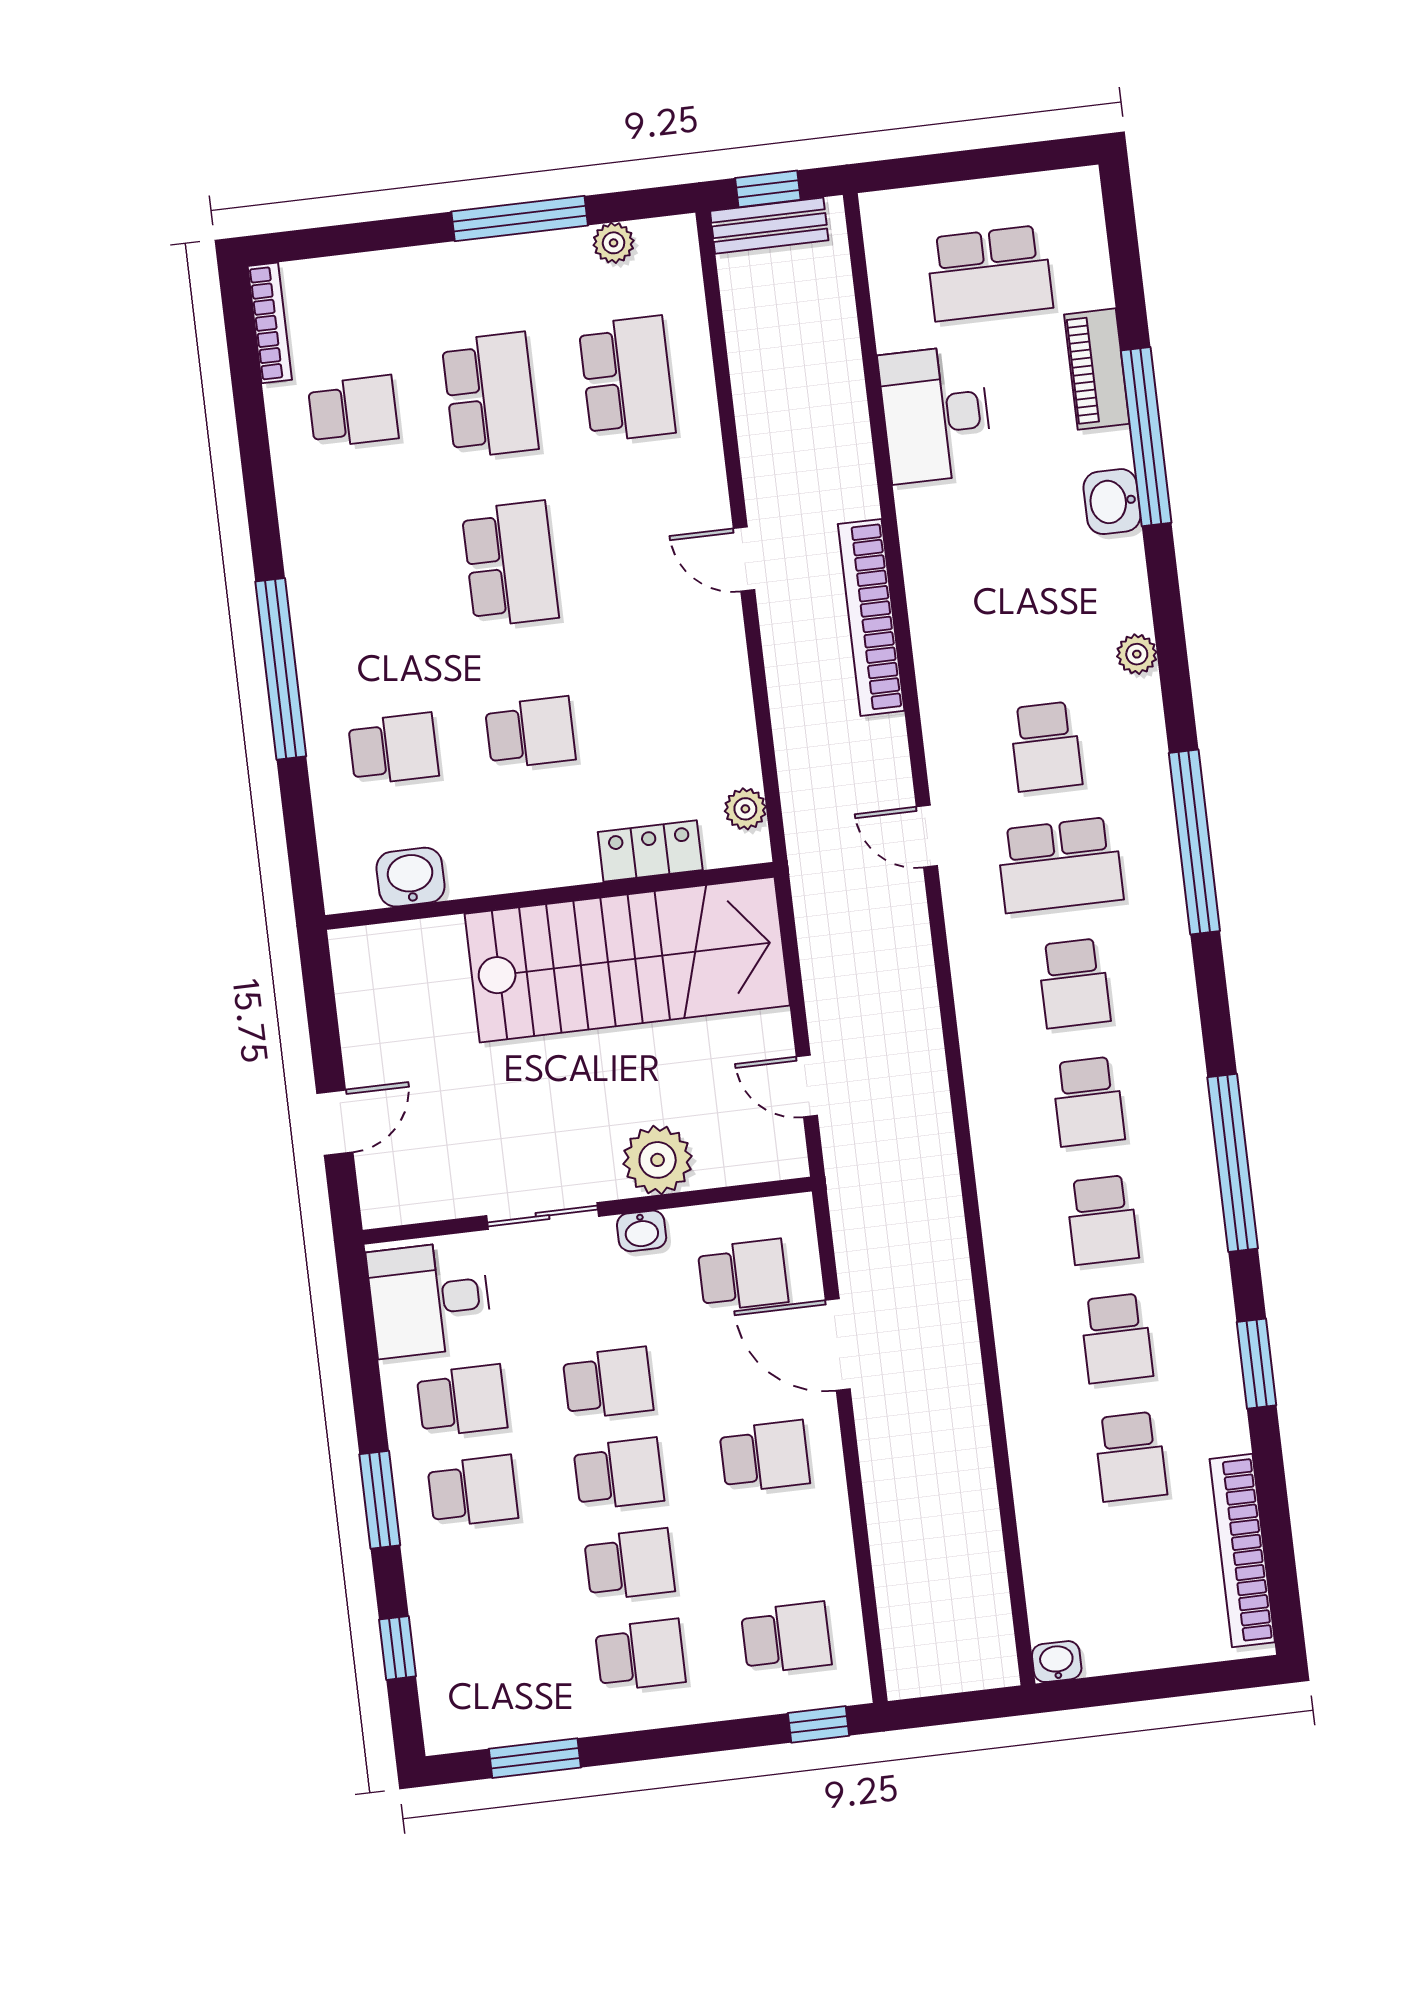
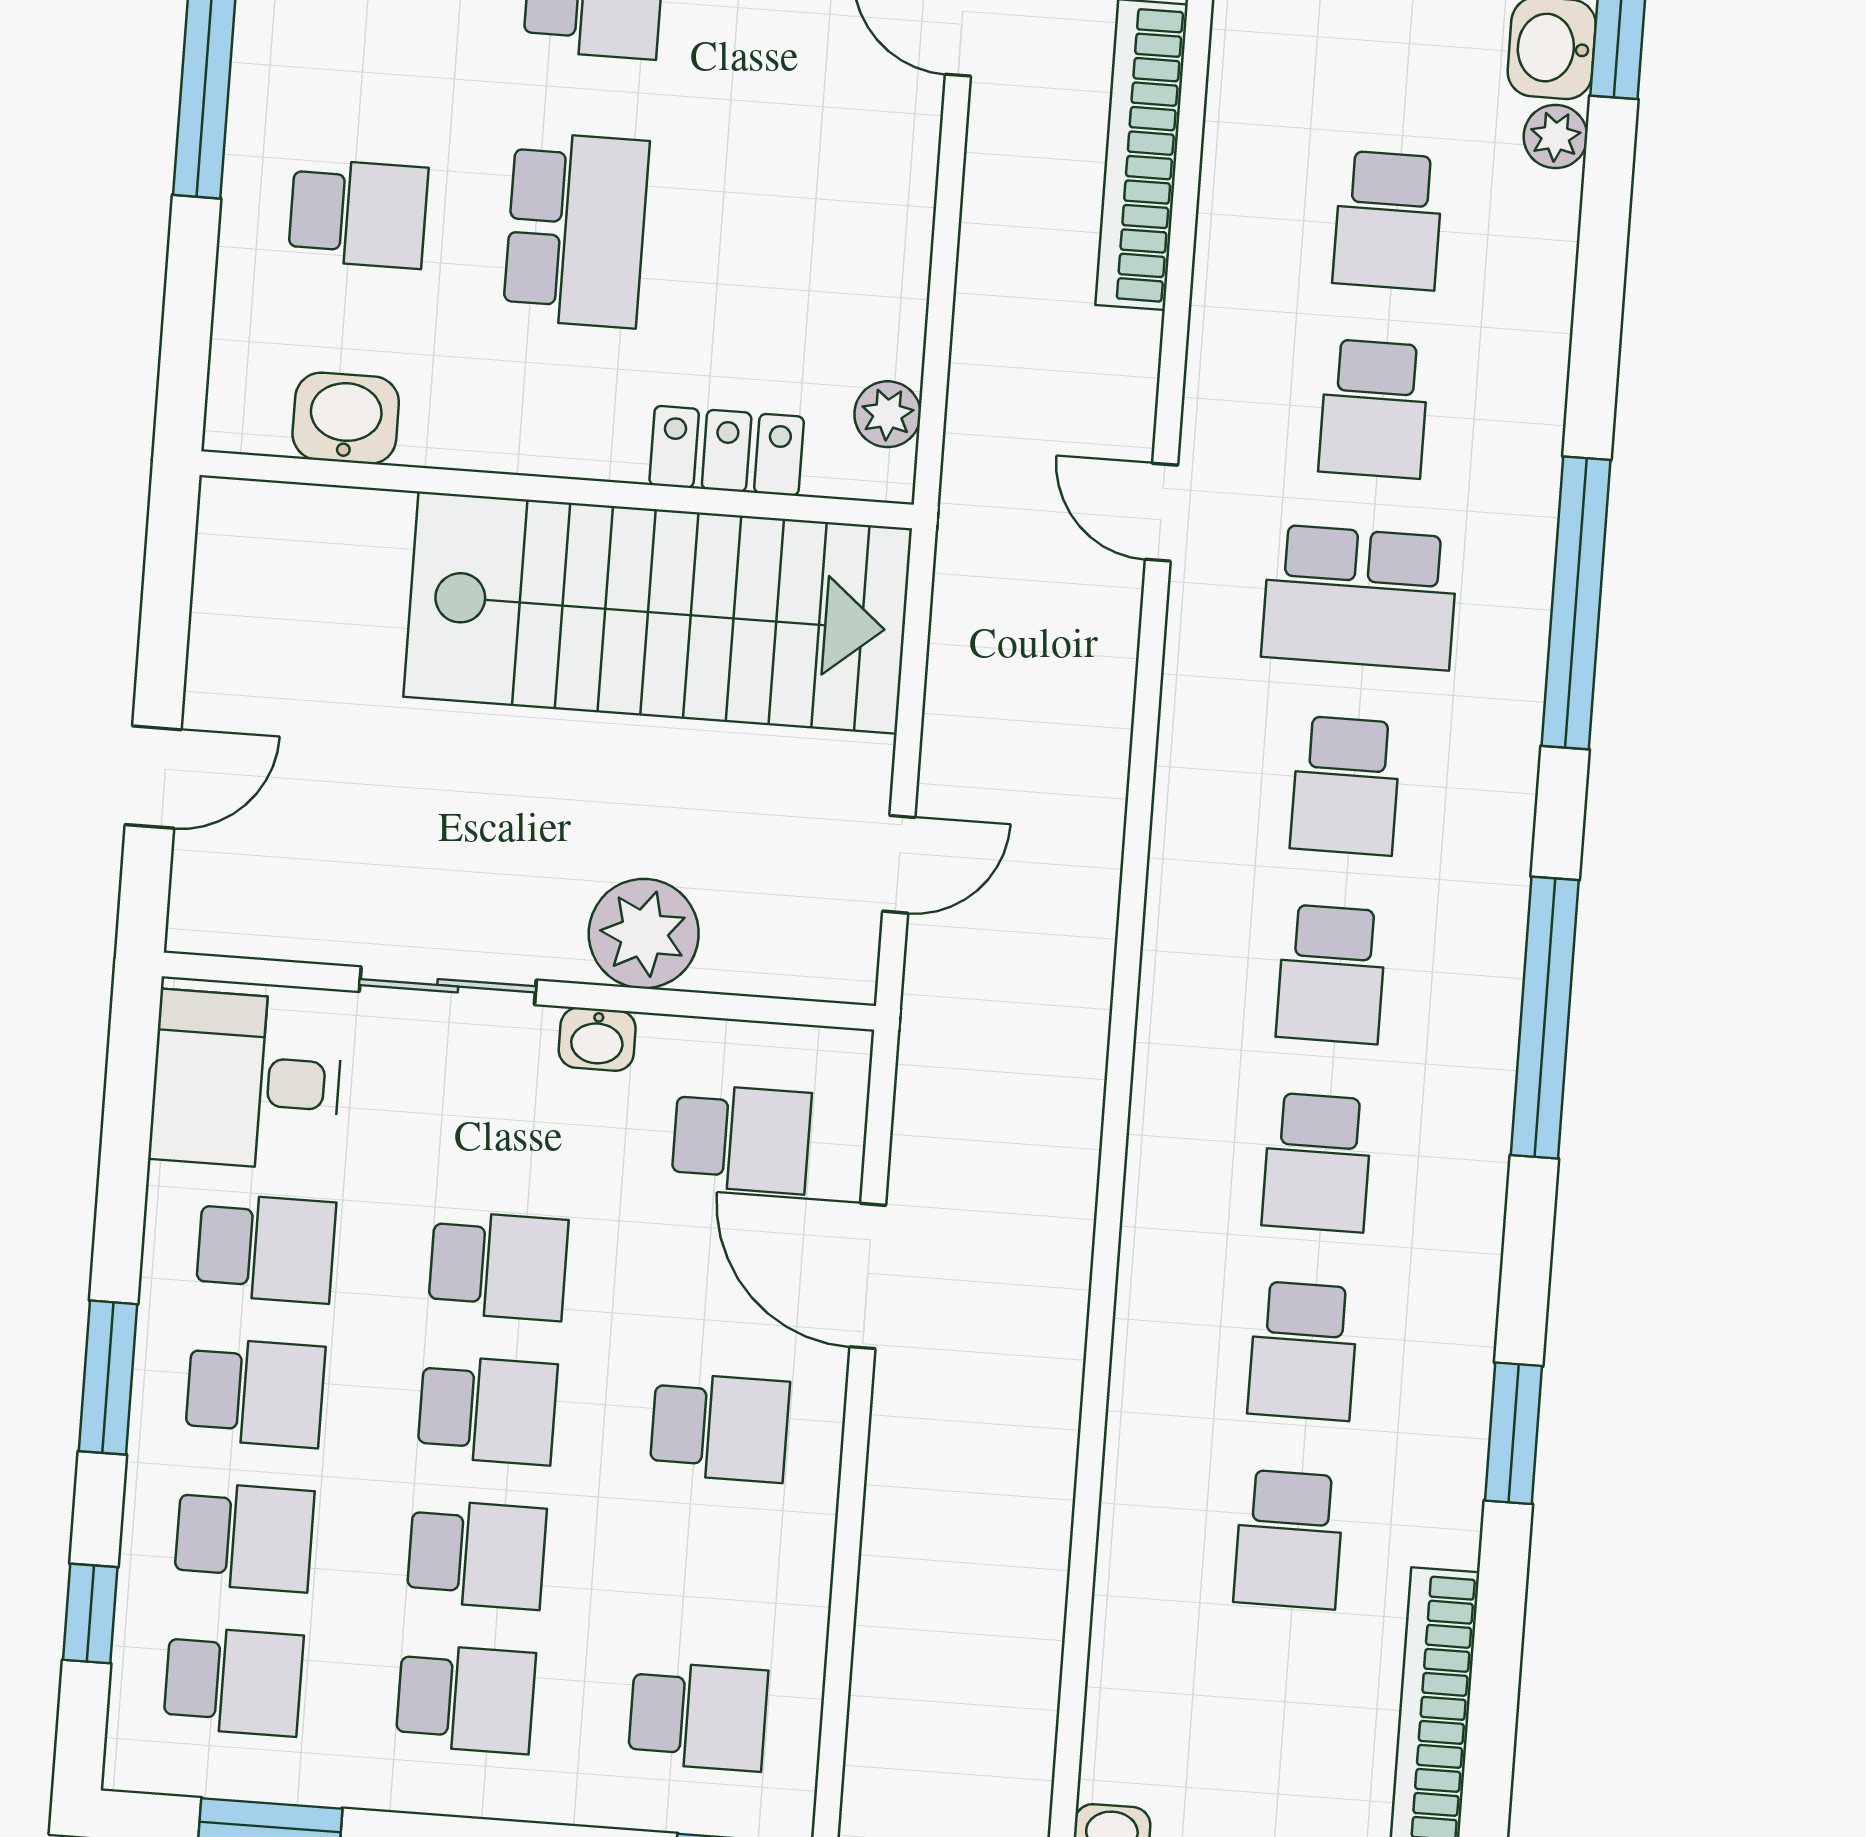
school desk: (1032, 628) -> (1388, 220), added
plant: (1137, 654) -> (1555, 137), moved
school desk: (530, 733) -> (576, 230), width x1.85
door: (807, 1086) -> (899, 864), swing flipped
window: (1233, 1163) -> (1545, 1018), moved
school desk: (484, 1582) -> (244, 1537), added
school desk: (494, 1673) -> (233, 1681), added

